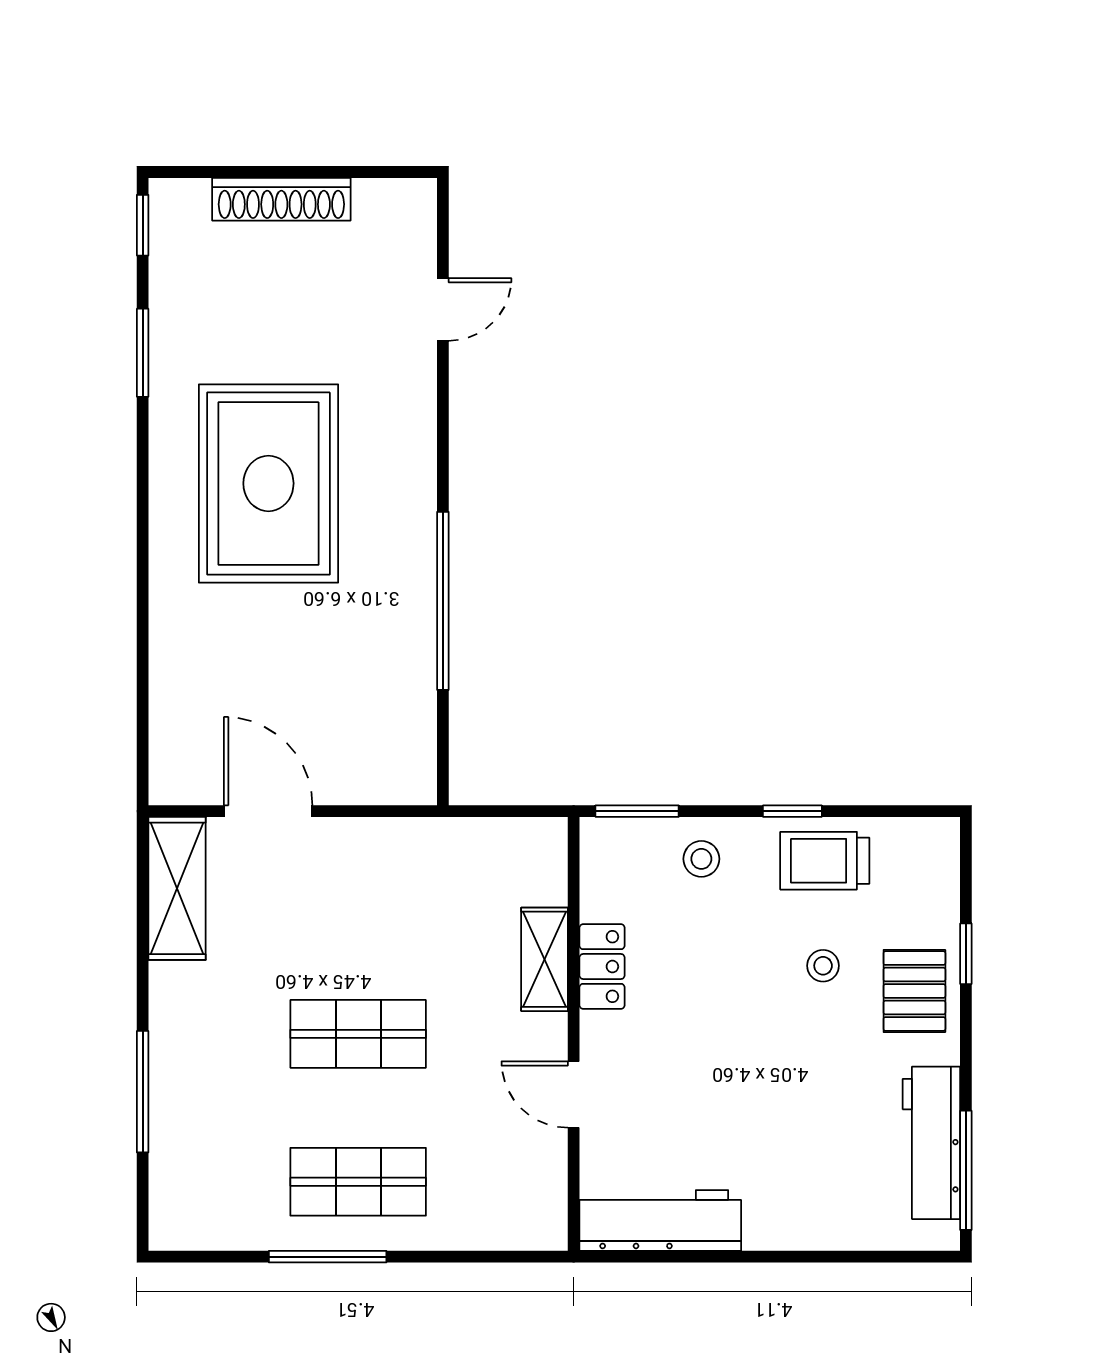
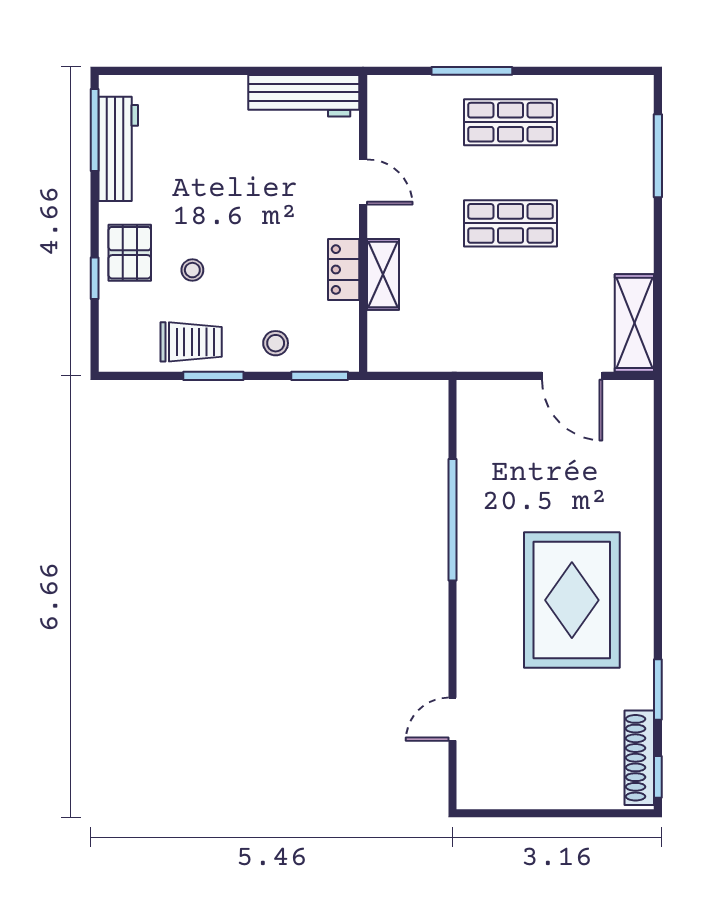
shoe rack: (281, 199) -> (639, 758), moved, turned -90
window: (792, 811) -> (213, 376), width x1.50
window: (143, 1092) -> (658, 156), moved
window: (328, 1257) -> (472, 71), moved

